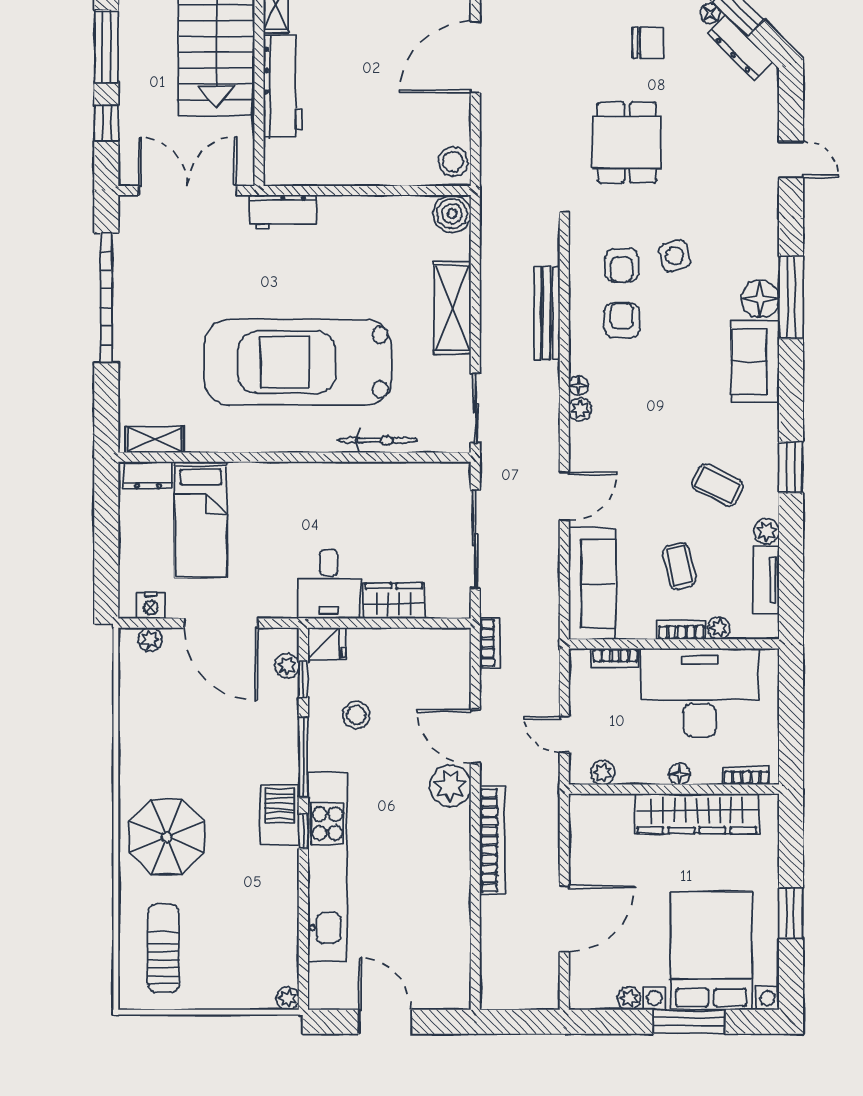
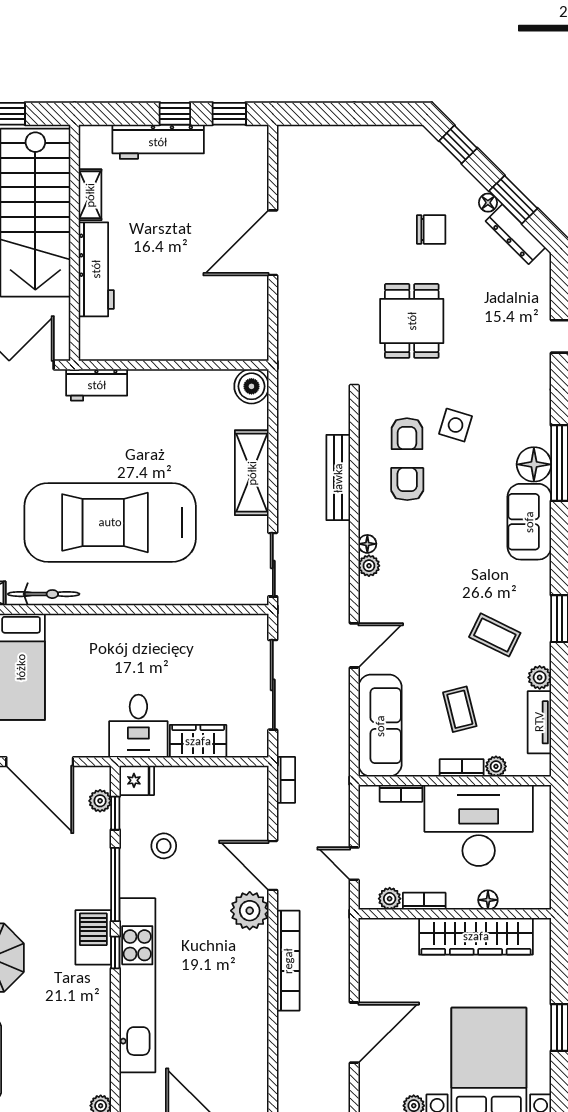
stool: (453, 162) -> (252, 339), removed
side table: (675, 256) -> (456, 425), turned 33
bicycle: (377, 440) -> (44, 594), moved
floor lamp: (679, 774) -> (488, 900), moved
bookcase: (746, 775) -> (424, 901), moved

